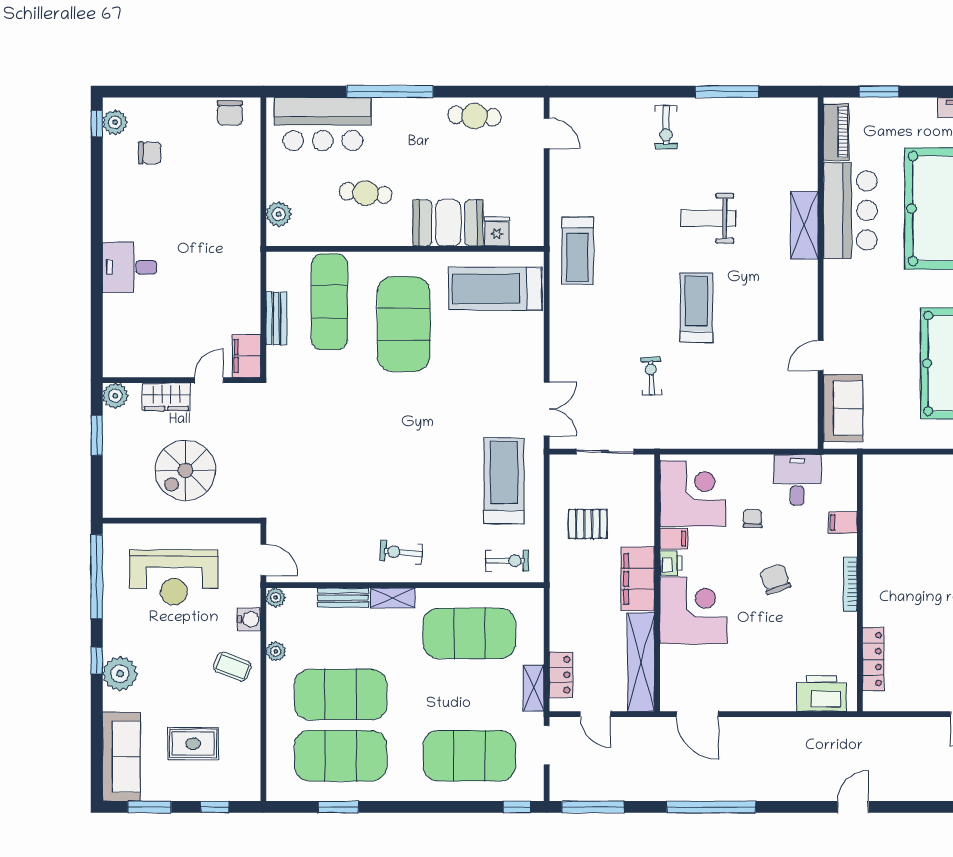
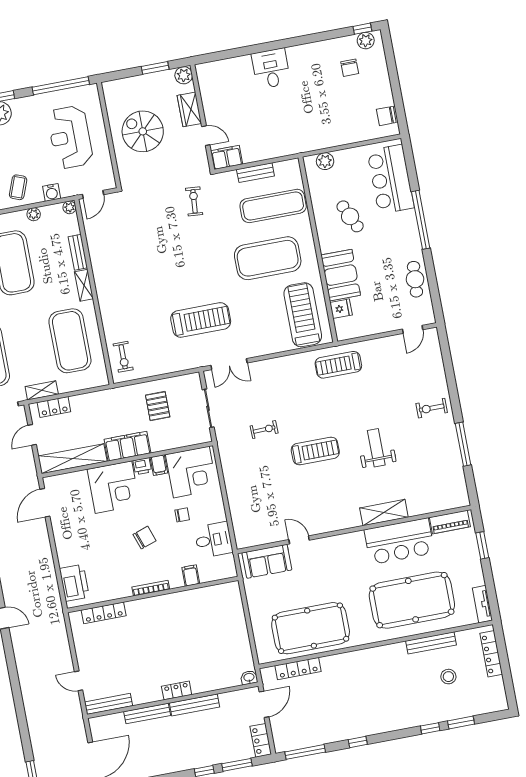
cafe table: (366, 193) -> (350, 216), turned -31
treadmill: (504, 481) -> (201, 320), moved
exercise bike: (401, 552) -> (194, 201), moved

